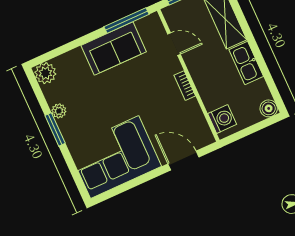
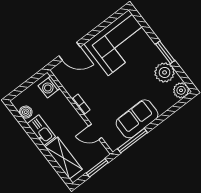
boiler: (269, 108) -> (26, 112), moved
plant: (59, 111) -> (165, 72), width x1.87, depth x1.87

